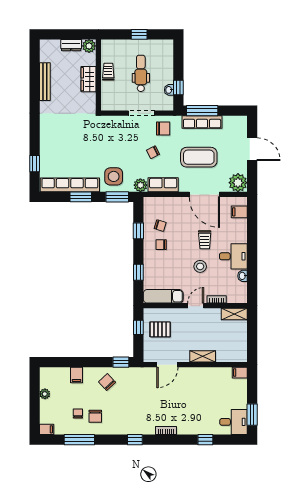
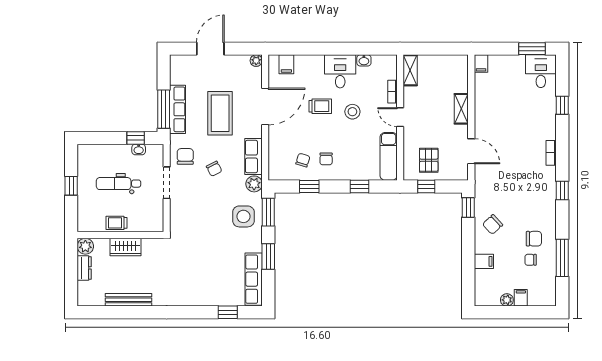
plant: (238, 183) -> (256, 61), width x0.53, depth x0.53
row of seats: (70, 185) -> (254, 279), width x0.73
filing cabinet: (47, 429) -> (521, 298), moved

